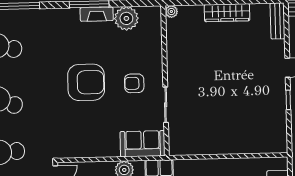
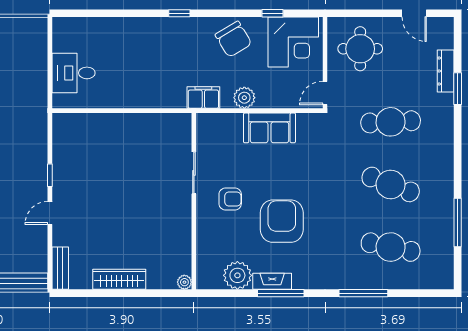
armchair: (86, 82) -> (282, 221), moved, turned 90
sofa: (143, 144) -> (269, 128), moved

